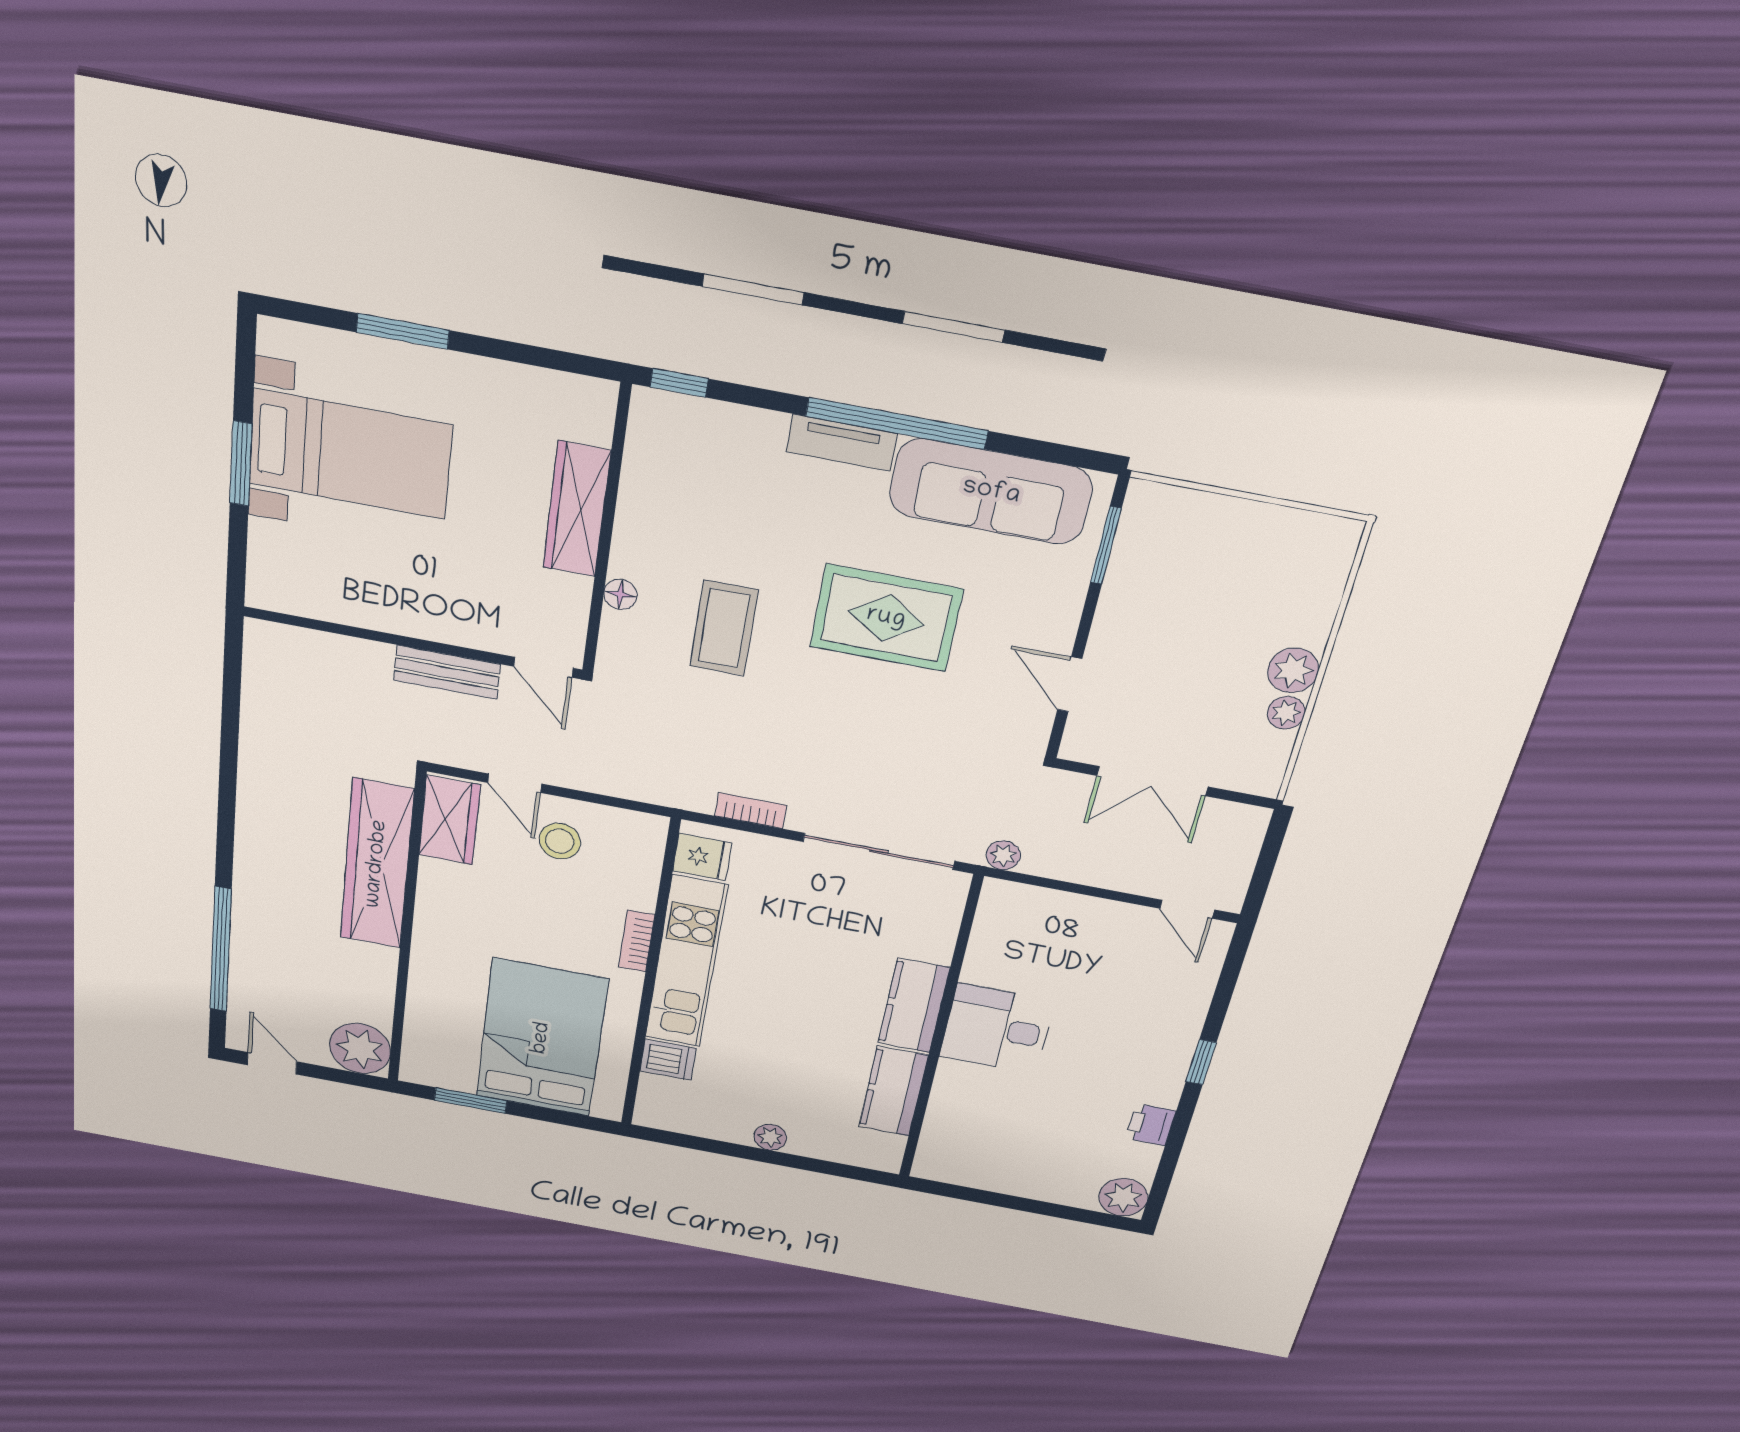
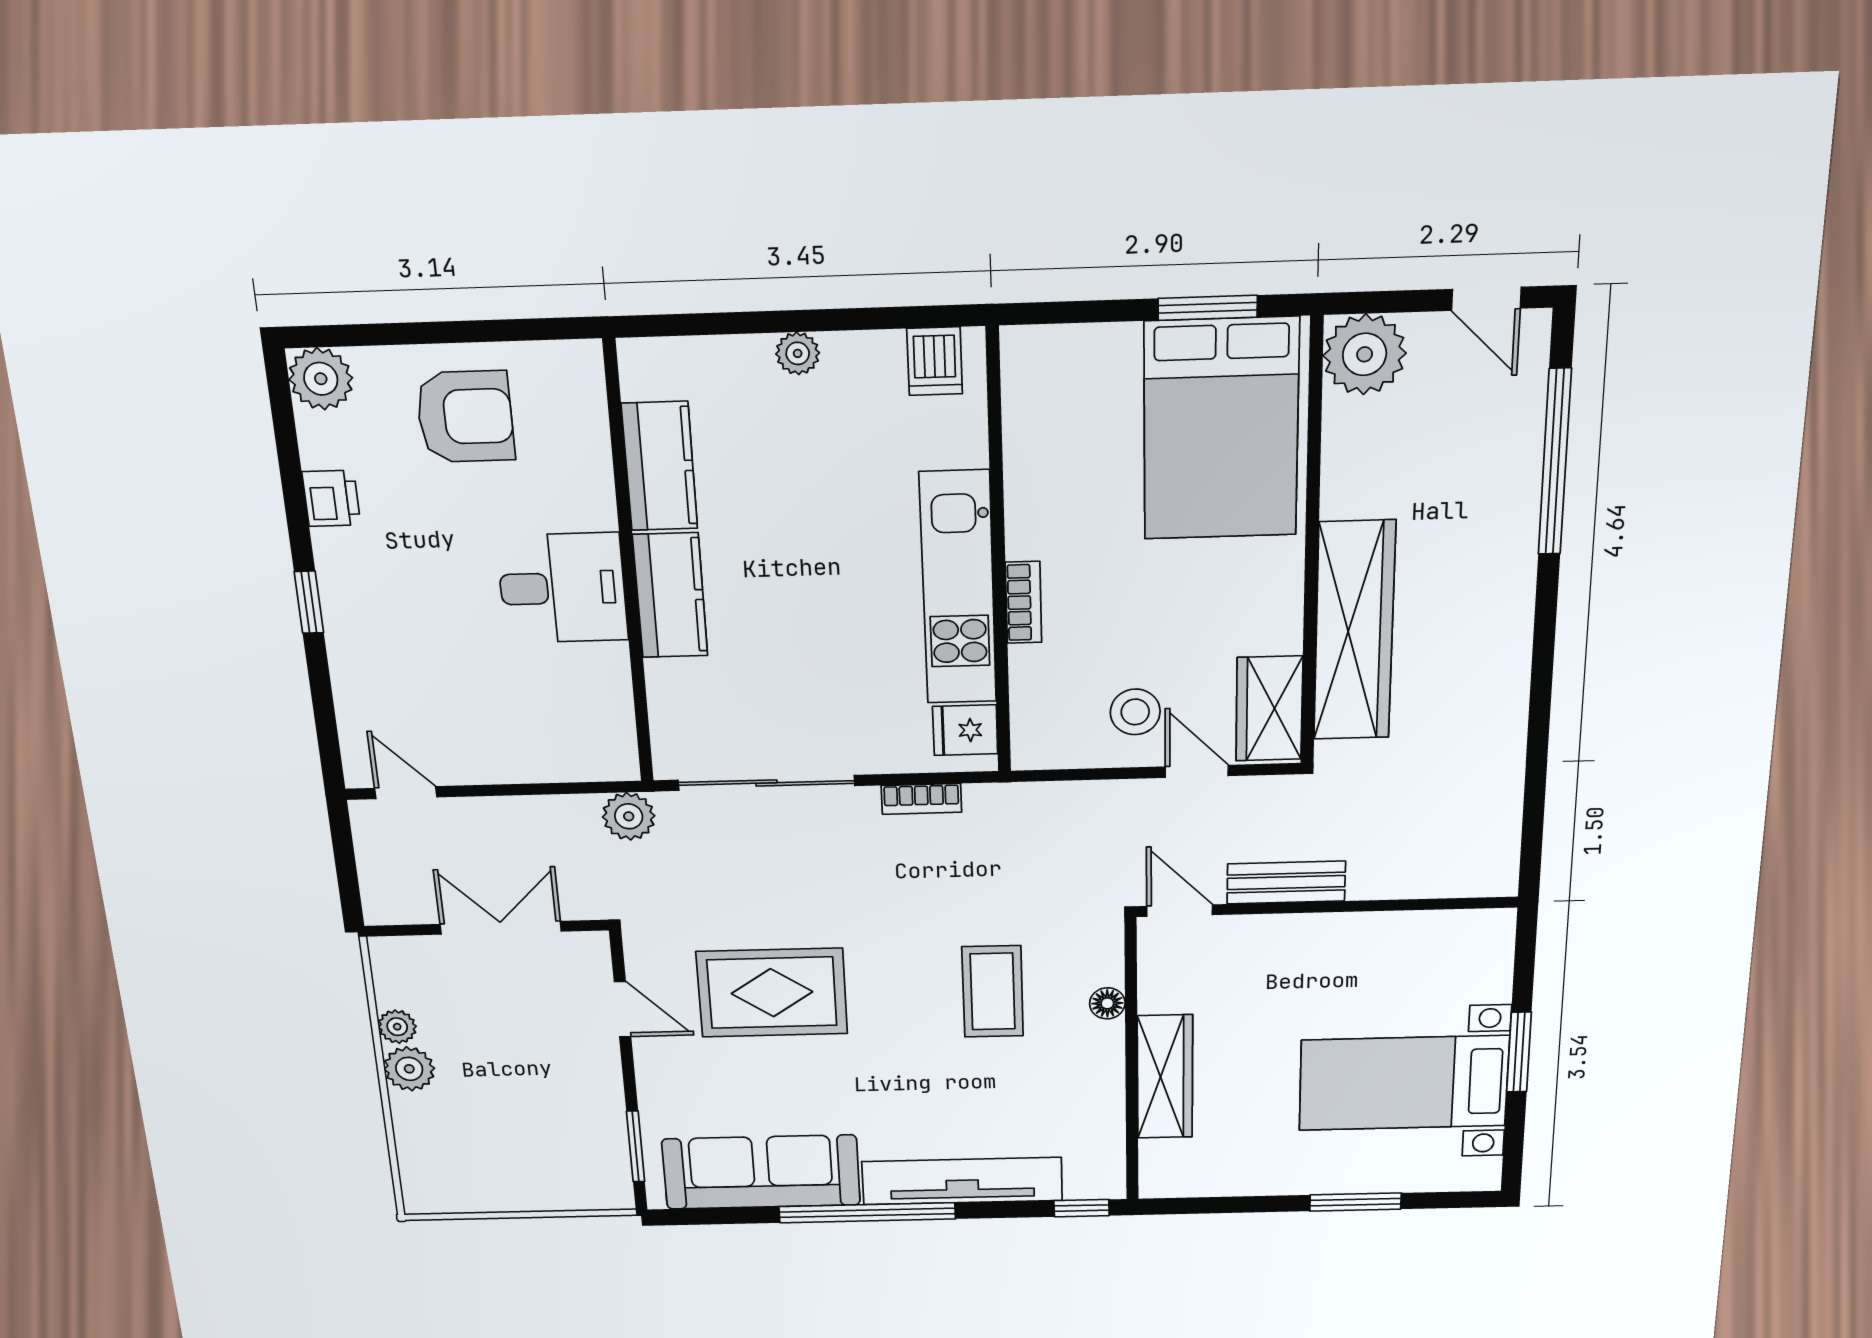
tv unit: (842, 443) -> (962, 1181), width x1.92, depth x1.29
rug: (886, 618) -> (772, 993), moved
plant: (1003, 855) -> (629, 816), width x1.38, depth x1.38
bed: (542, 1038) -> (1221, 429), moved
dishwasher: (668, 1060) -> (935, 361), moved, turned -90
armchair: (1027, 1152) -> (465, 417), added

